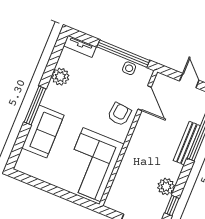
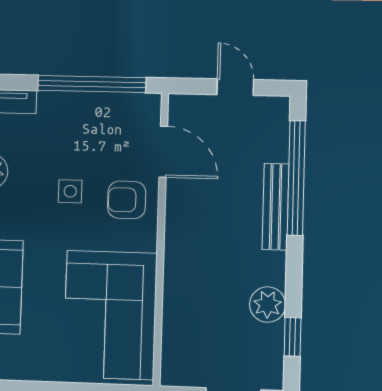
side table: (129, 68) -> (70, 191), moved
armchair: (119, 114) -> (127, 200), turned -96

